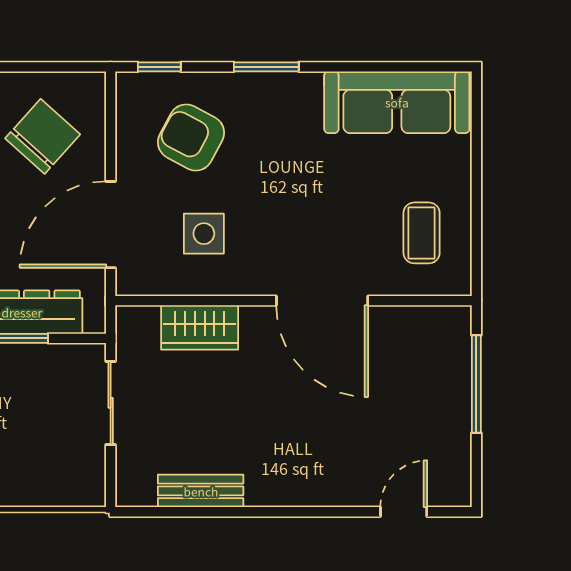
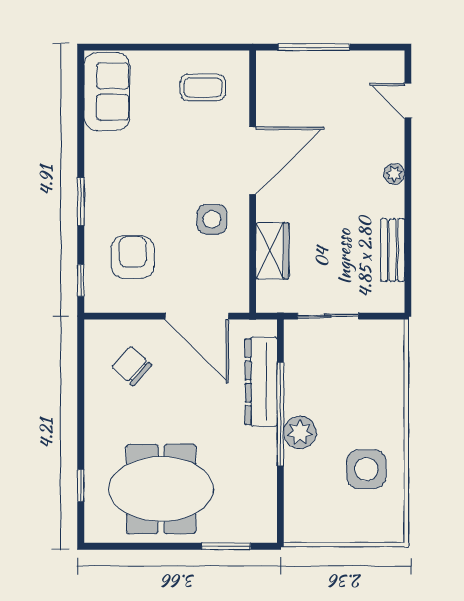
sofa: (397, 102) -> (107, 91), width x0.73
chair: (43, 136) -> (132, 366), width x0.73, depth x0.73
armchair: (191, 137) -> (133, 257), turned 152
side table: (204, 234) -> (212, 219), moved
plant: (304, 493) -> (394, 174), added

